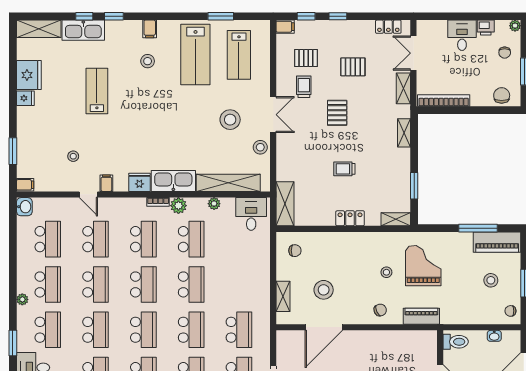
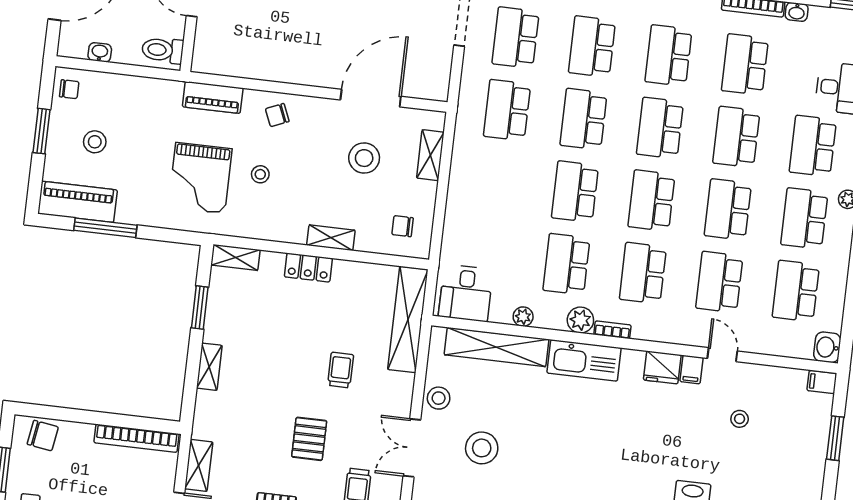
chair: (502, 95) -> (43, 436), turned -81
shelving: (404, 133) -> (209, 367), moved
trolley: (344, 169) -> (341, 370), moved, turned -90
fridge: (139, 182) -> (662, 367), moved
shelving: (285, 204) -> (408, 319), width x1.47
shelving: (338, 238) -> (331, 238), added

